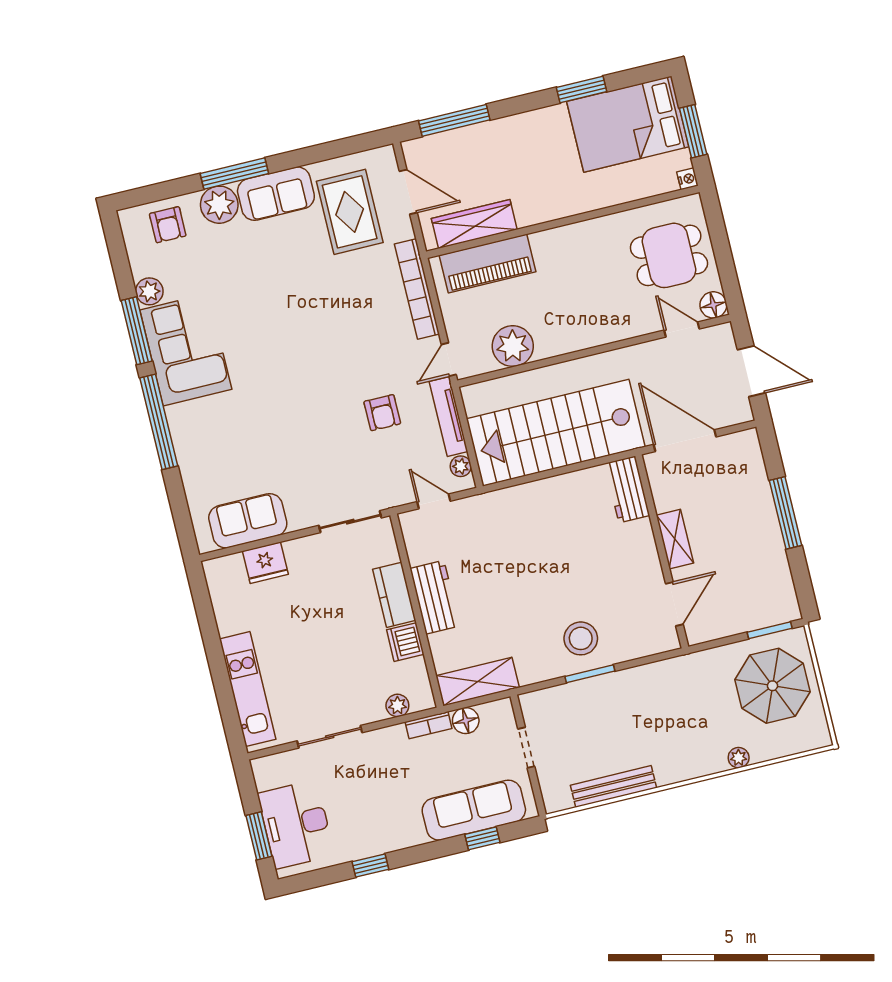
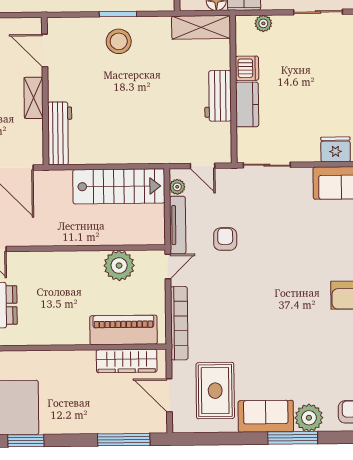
stairs: (556, 433) -> (119, 186), width x0.73, depth x0.66
workbench: (627, 489) -> (60, 133), width x1.38
door: (674, 604) -> (45, 51), hinge flipped

